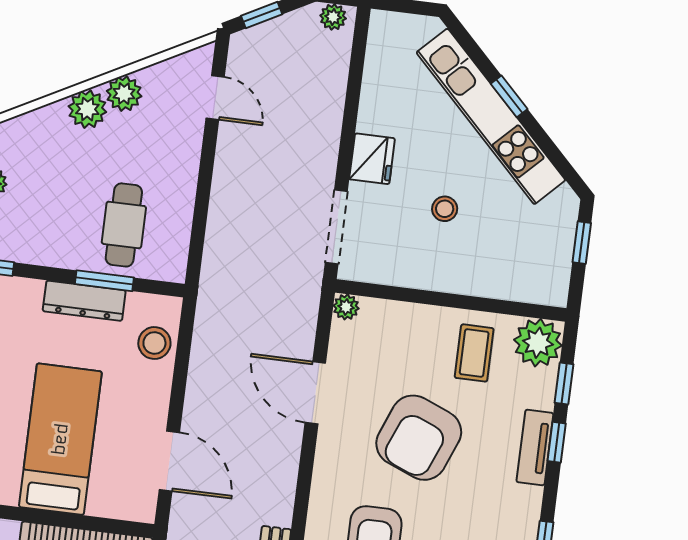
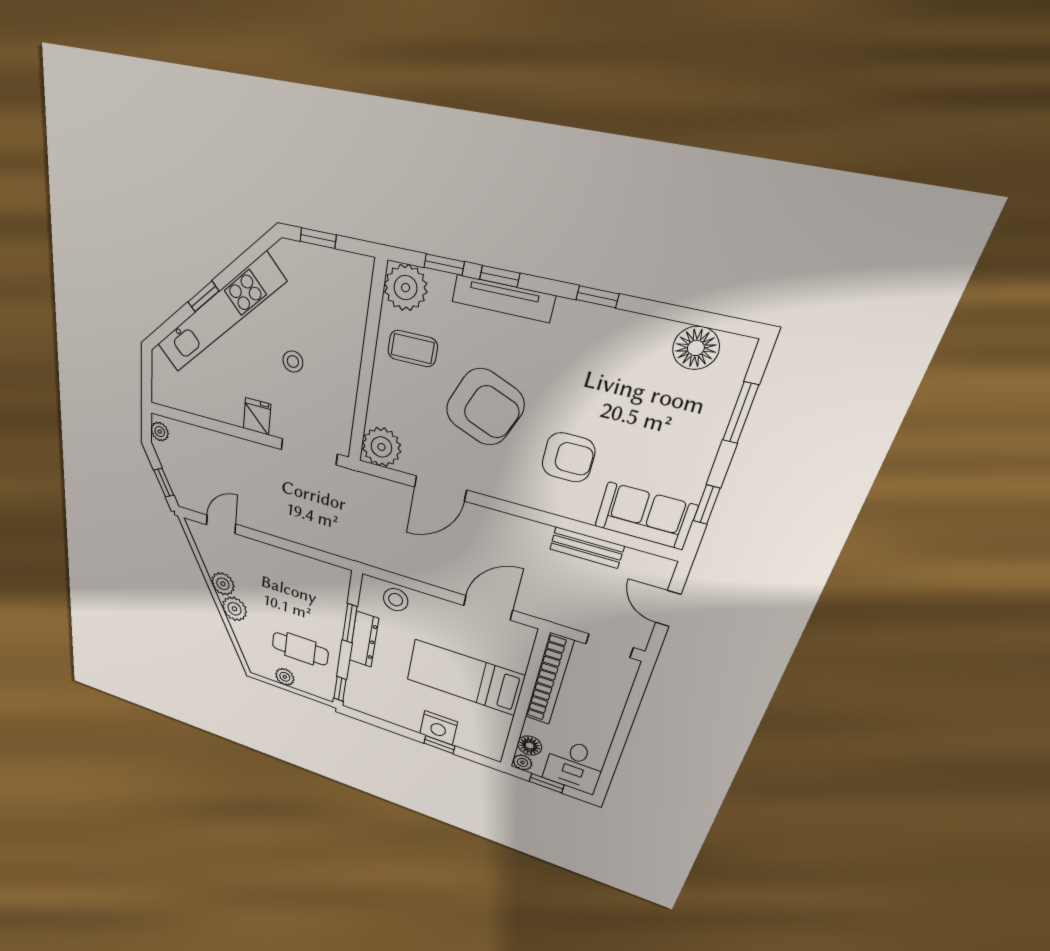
fridge: (372, 159) -> (257, 416), width x0.72
cafe table: (124, 225) -> (300, 649), moved
plant: (346, 307) -> (381, 447), width x1.88, depth x1.88
tv unit: (535, 448) -> (503, 299), width x1.41

